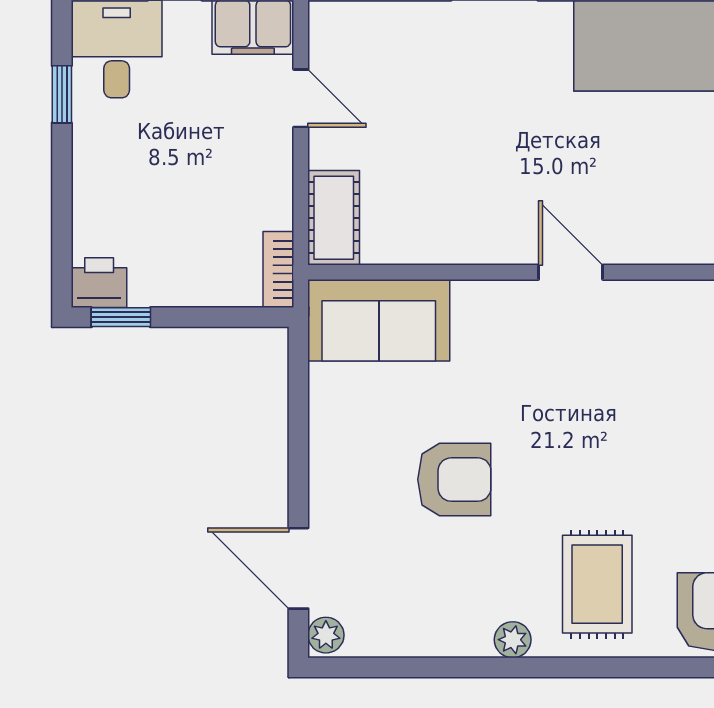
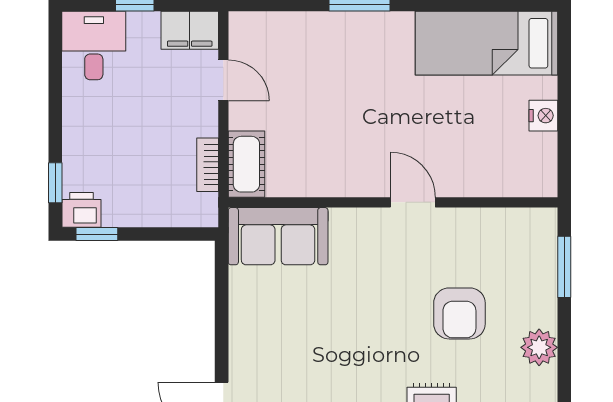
window: (62, 94) -> (55, 183), moved
bookcase: (278, 270) -> (208, 165), moved
armchair: (454, 480) -> (459, 313), moved, turned 90

